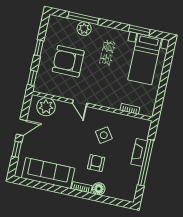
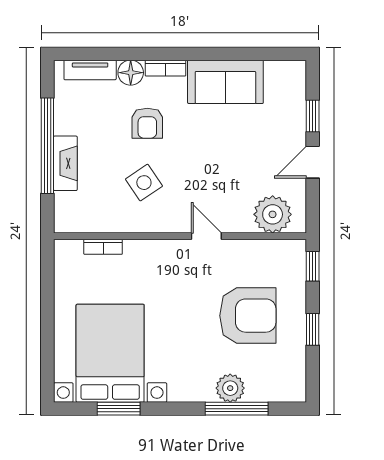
bed with nightstands: (145, 59) -> (110, 353), width x1.36
sofa: (48, 173) -> (225, 82), width x0.73
tv unit: (118, 194) -> (90, 70), added

